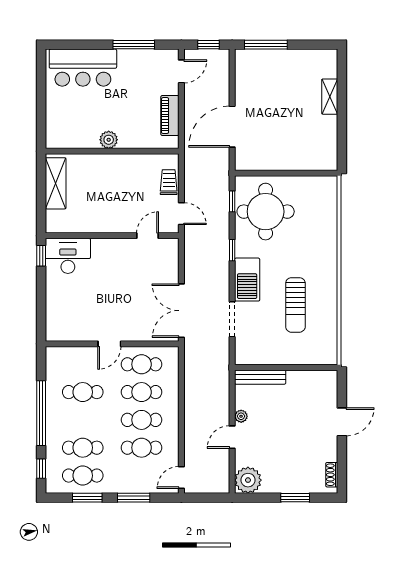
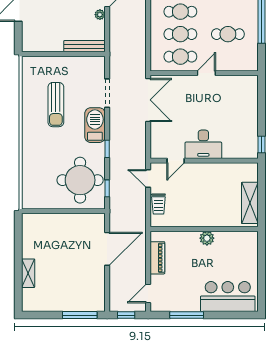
desk: (68, 256) -> (203, 144), moved
sun lounger: (295, 305) -> (56, 105), turned 180

